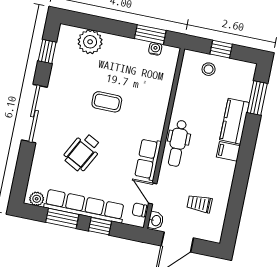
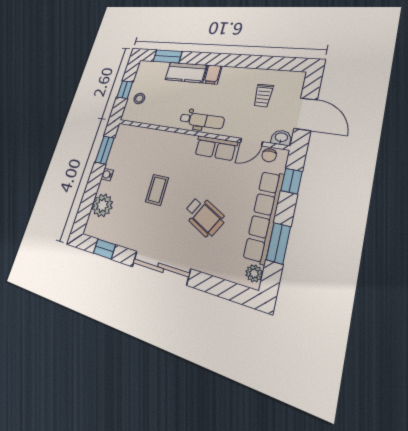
water cooler: (155, 49) -> (107, 175), moved
window: (100, 226) -> (291, 181), moved

